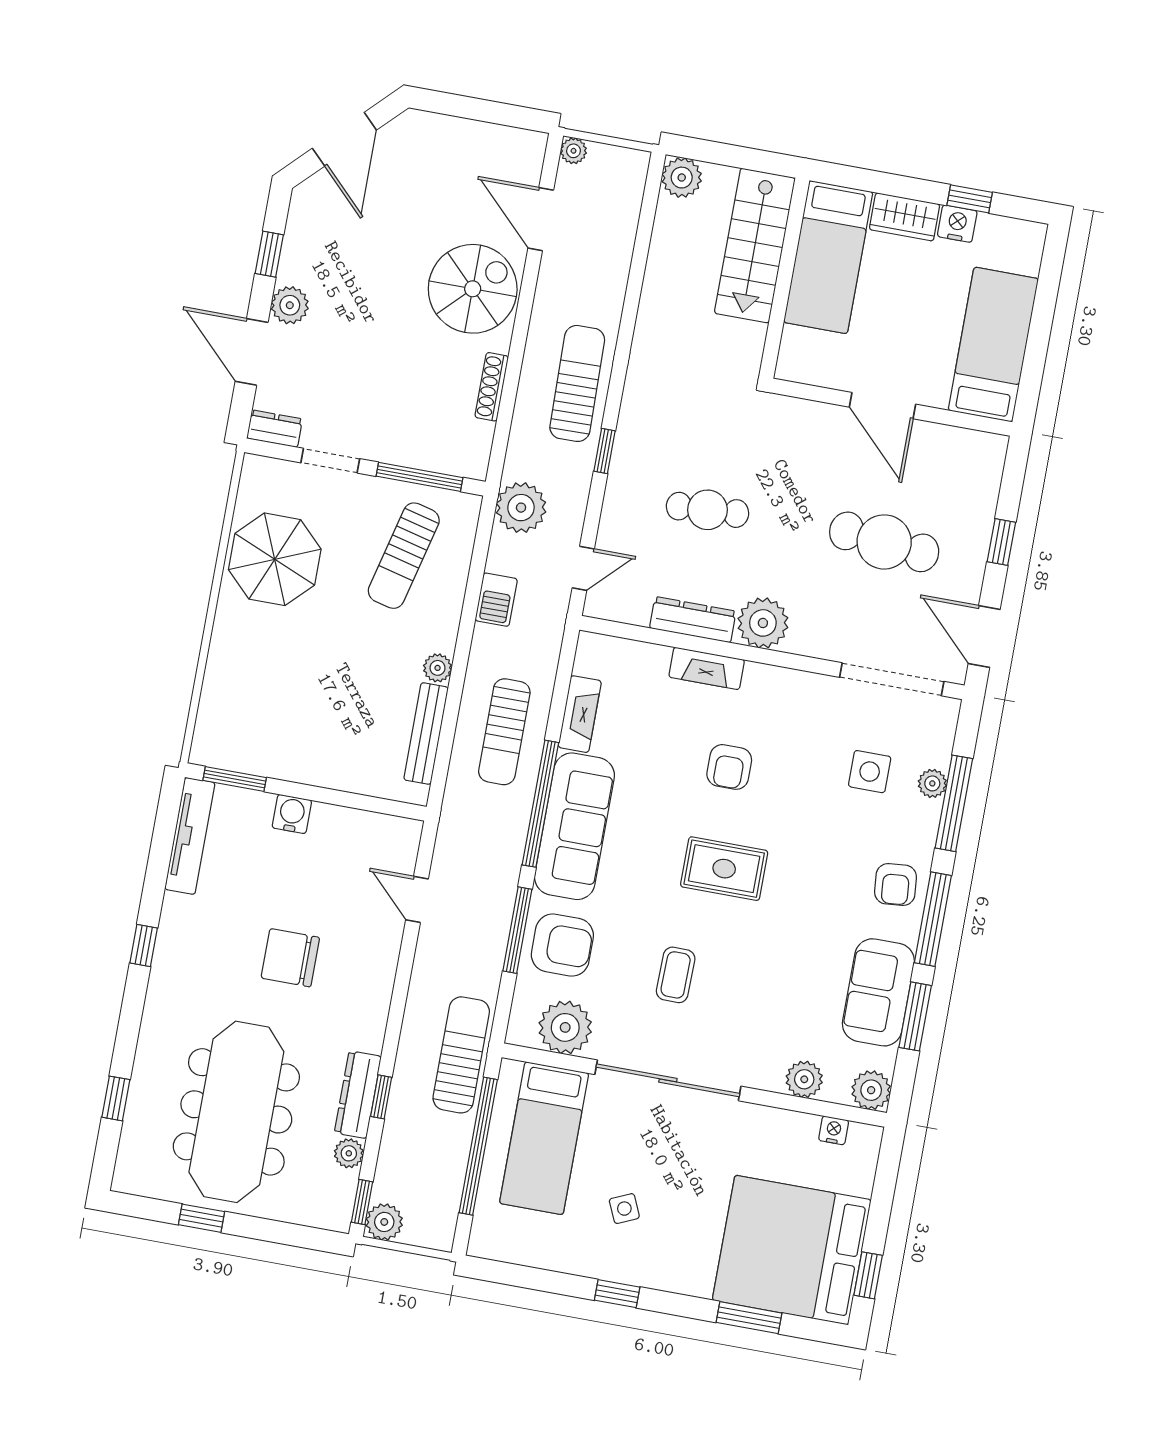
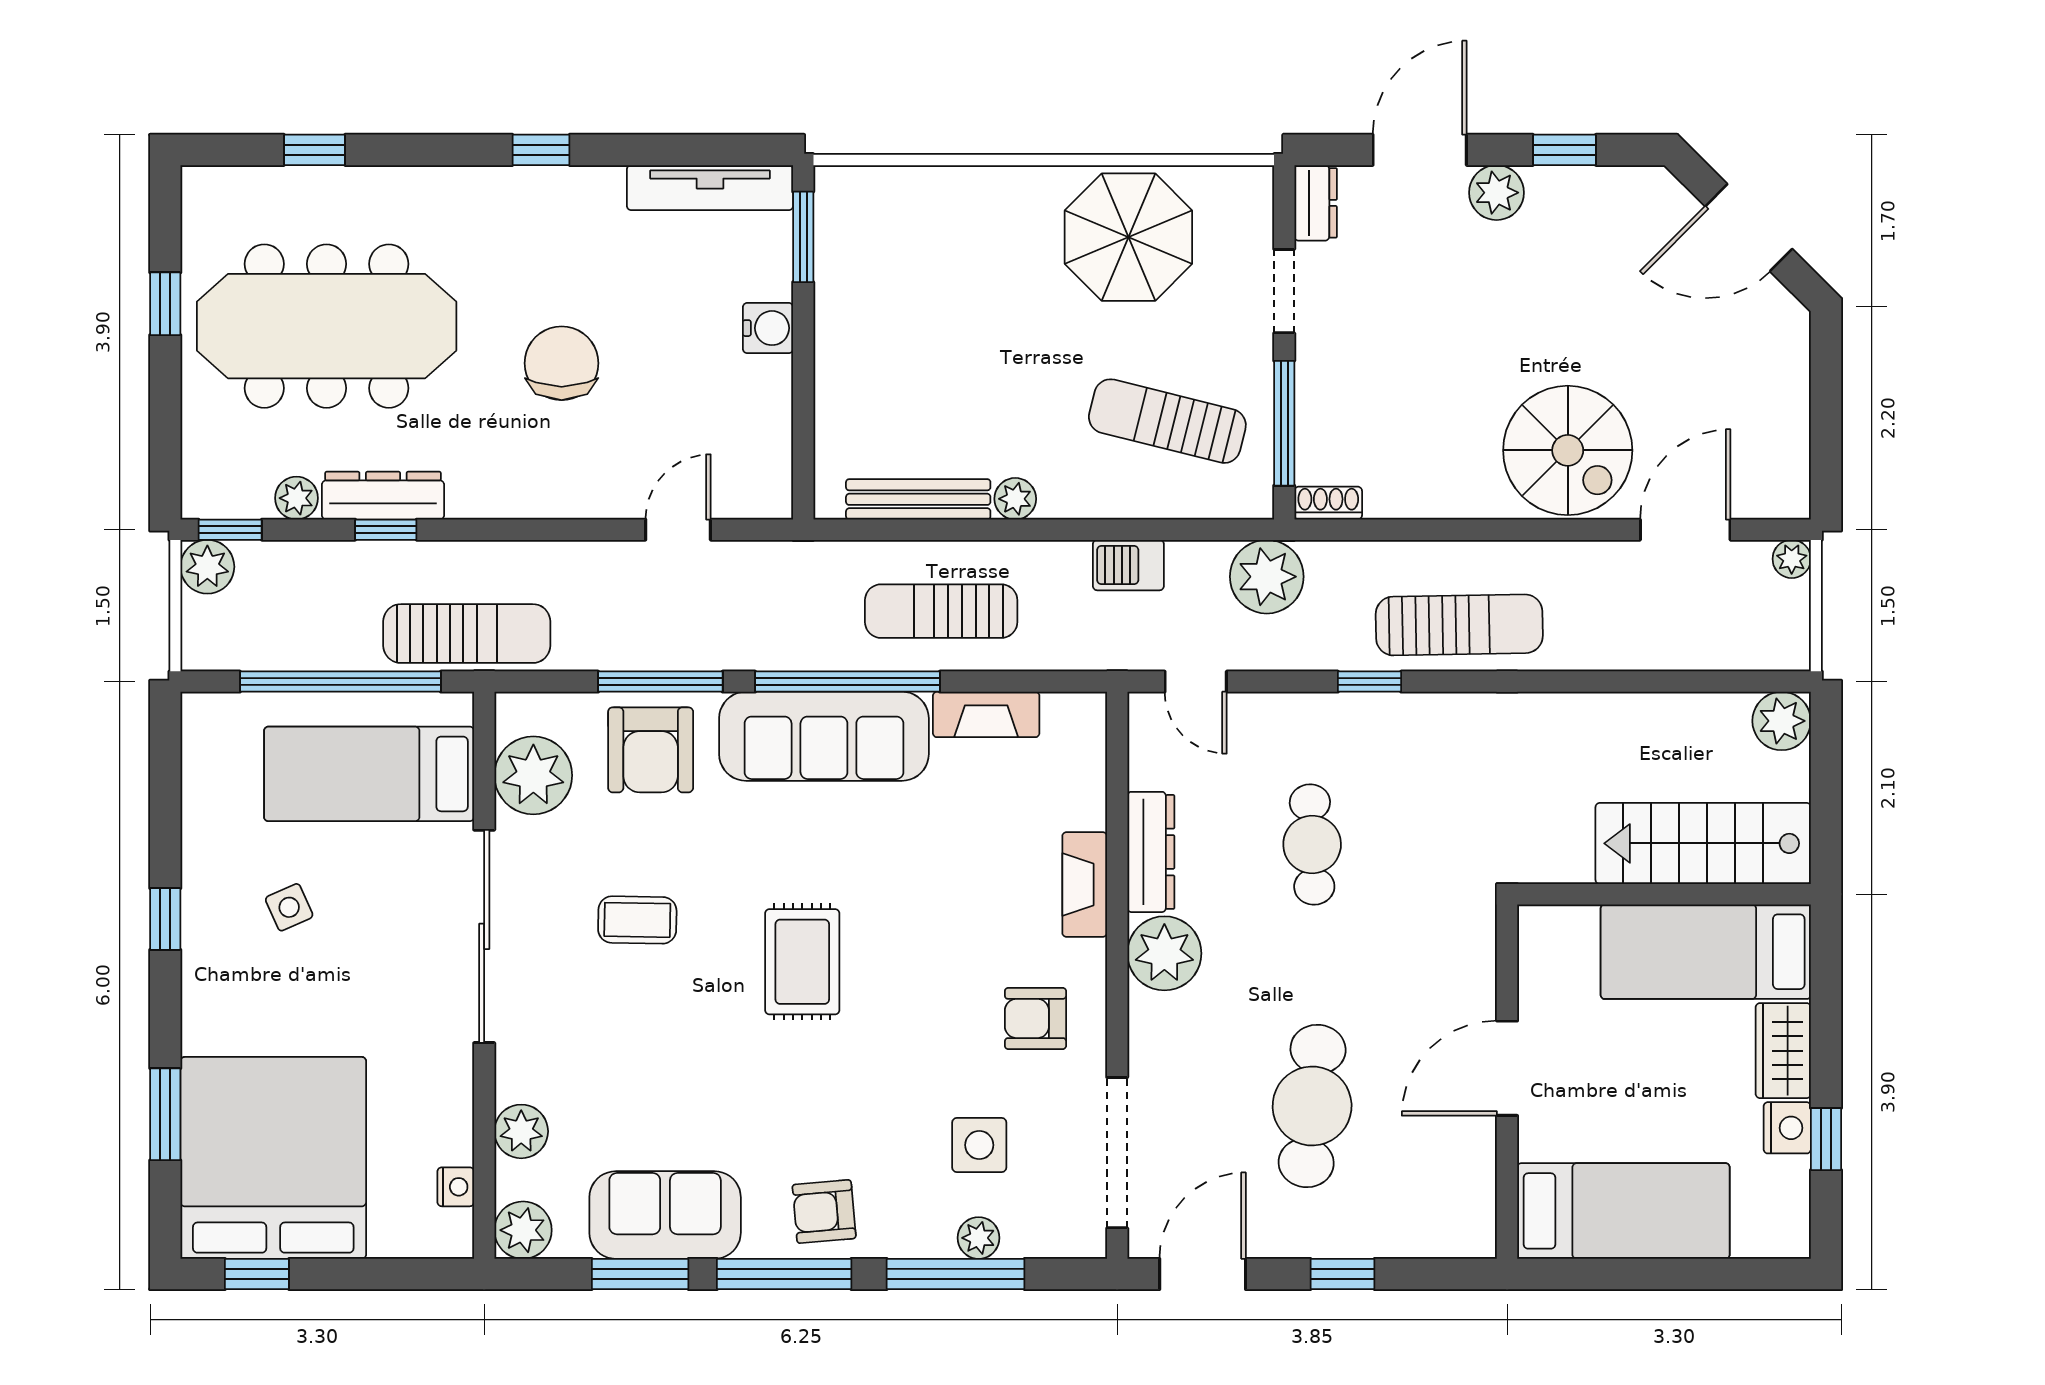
shoe rack: (492, 387) -> (1328, 503), moved, width x0.70
armchair: (729, 767) -> (1035, 1018), moved

